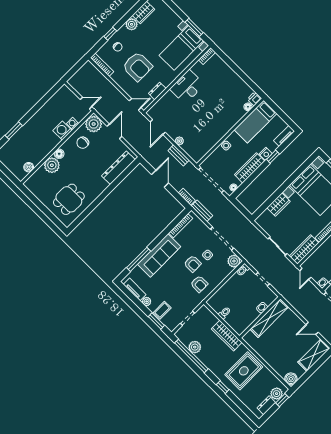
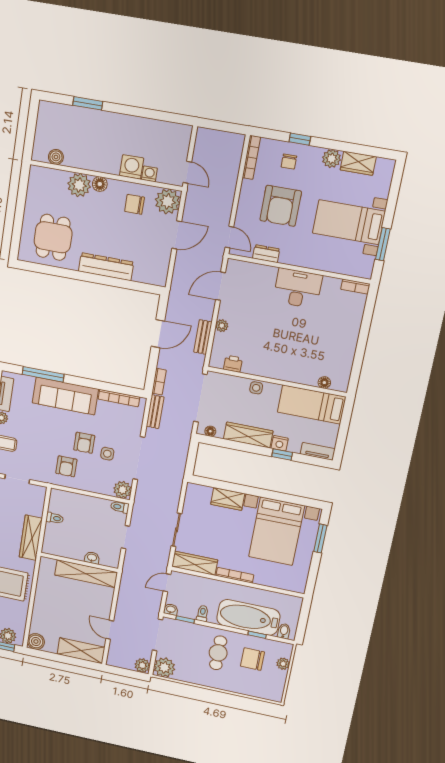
bed with nightstands: (181, 48) -> (349, 222), moved
printer: (254, 99) -> (233, 364), moved
dresser: (118, 168) -> (106, 267), moved
dining table: (69, 199) -> (53, 237), turned 90

